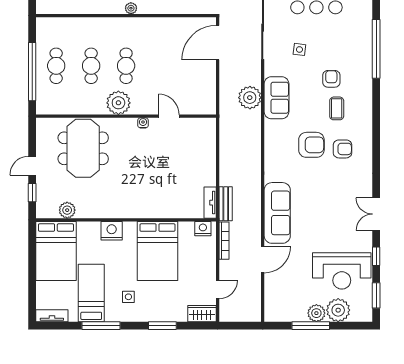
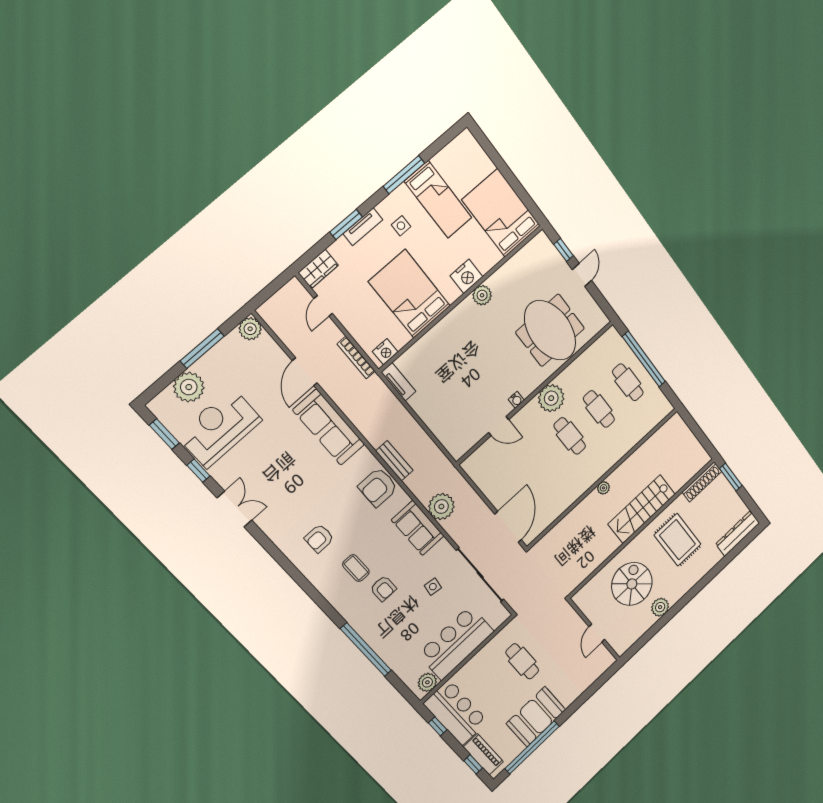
armchair: (311, 145) -> (378, 487), moved
bench: (226, 204) -> (394, 461), moved
plant: (67, 210) -> (482, 295), moved
plant: (316, 313) -> (250, 329), moved
tv unit: (52, 316) -> (363, 227), moved

